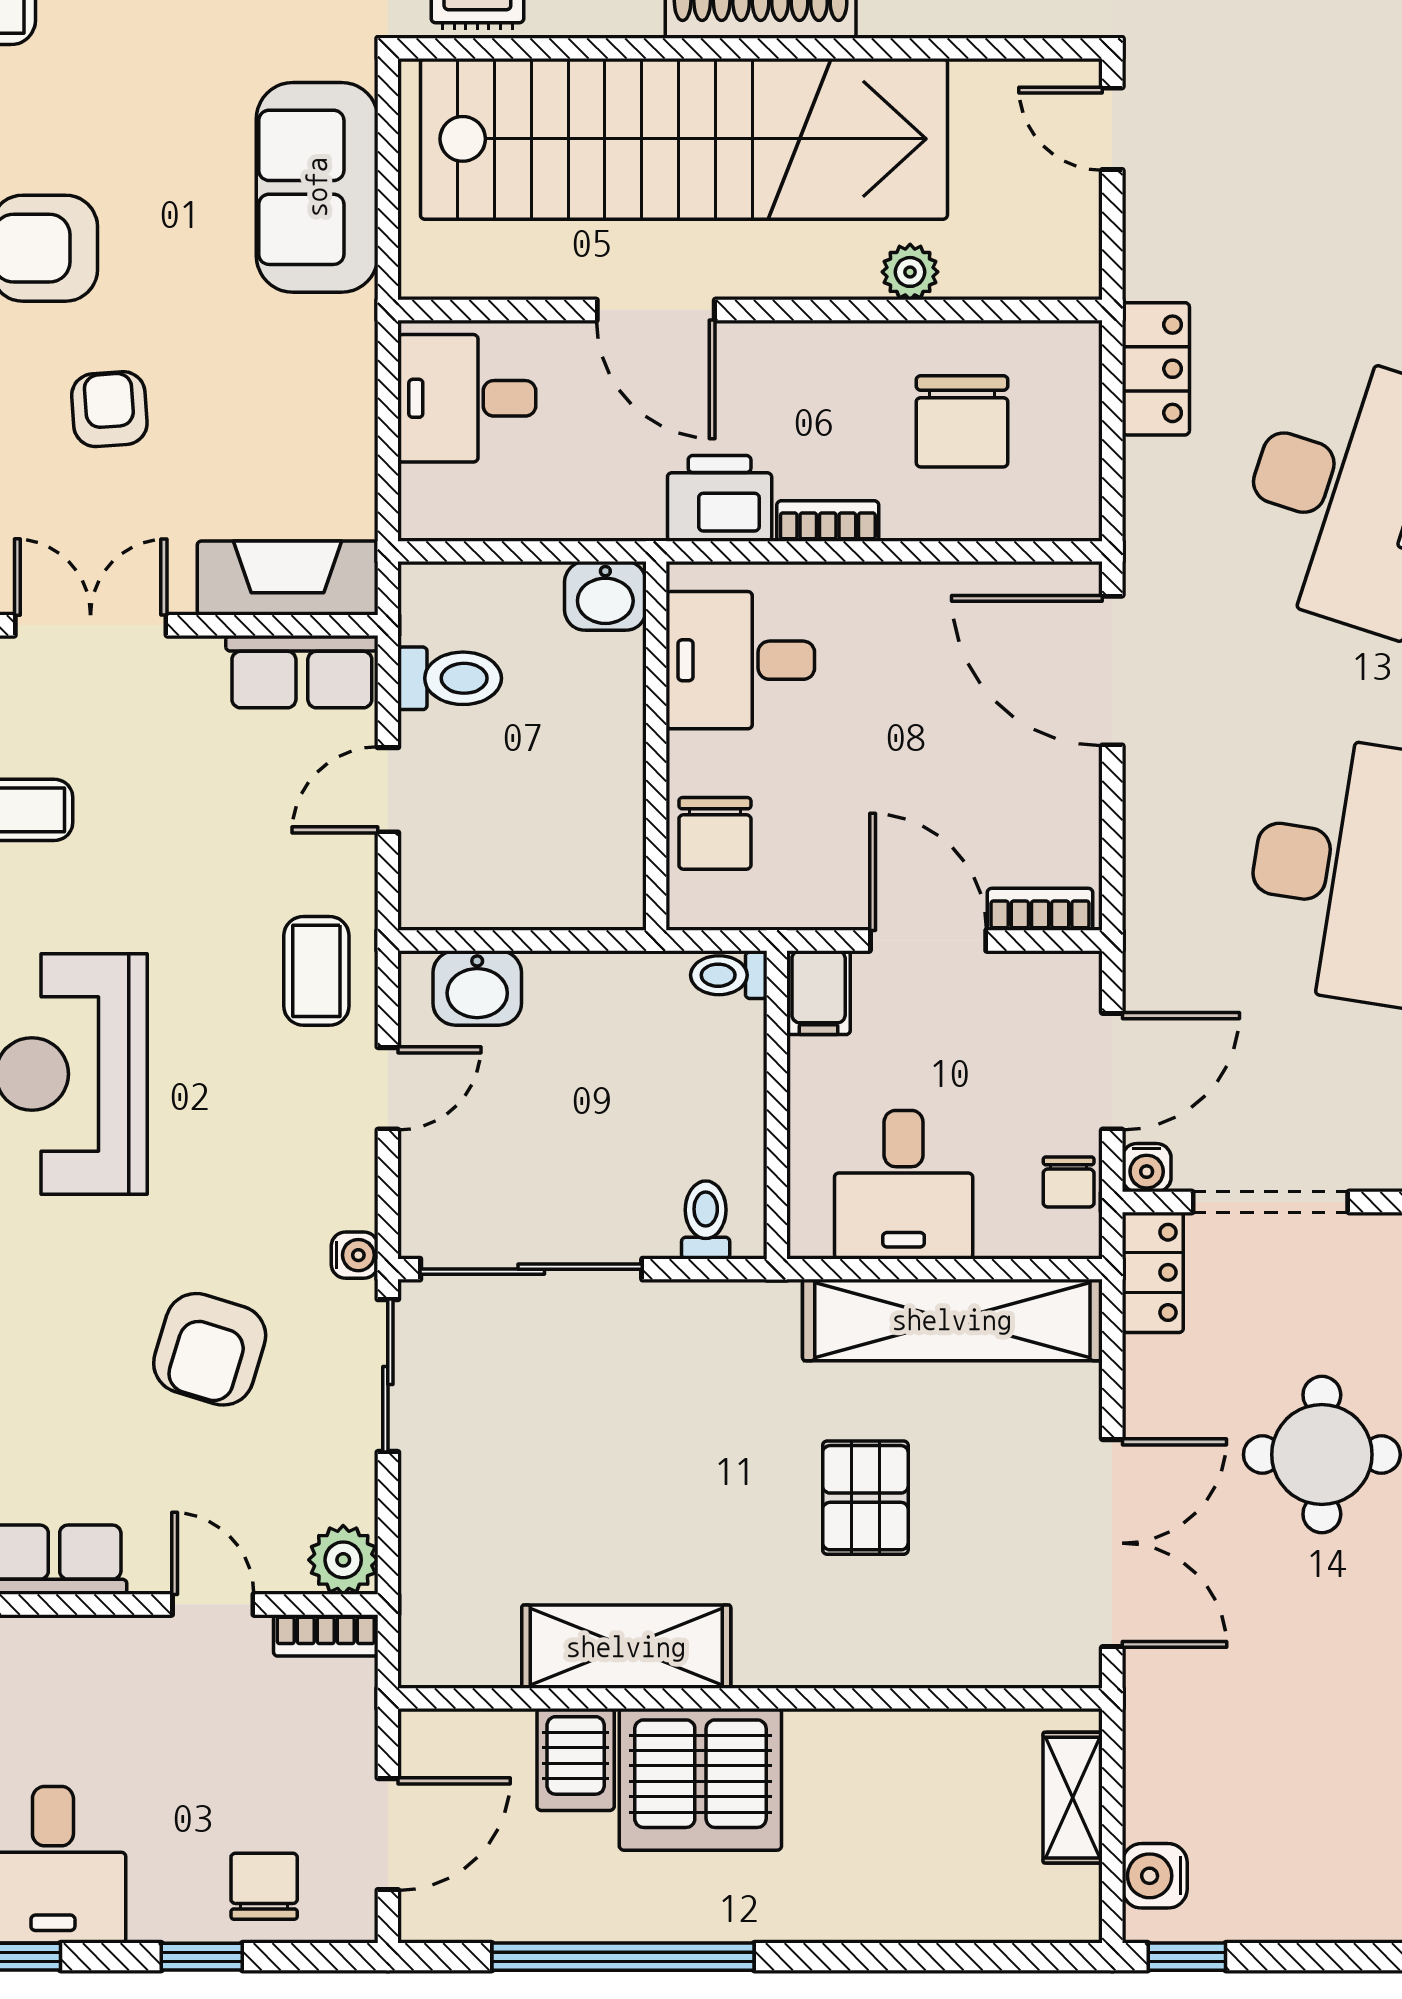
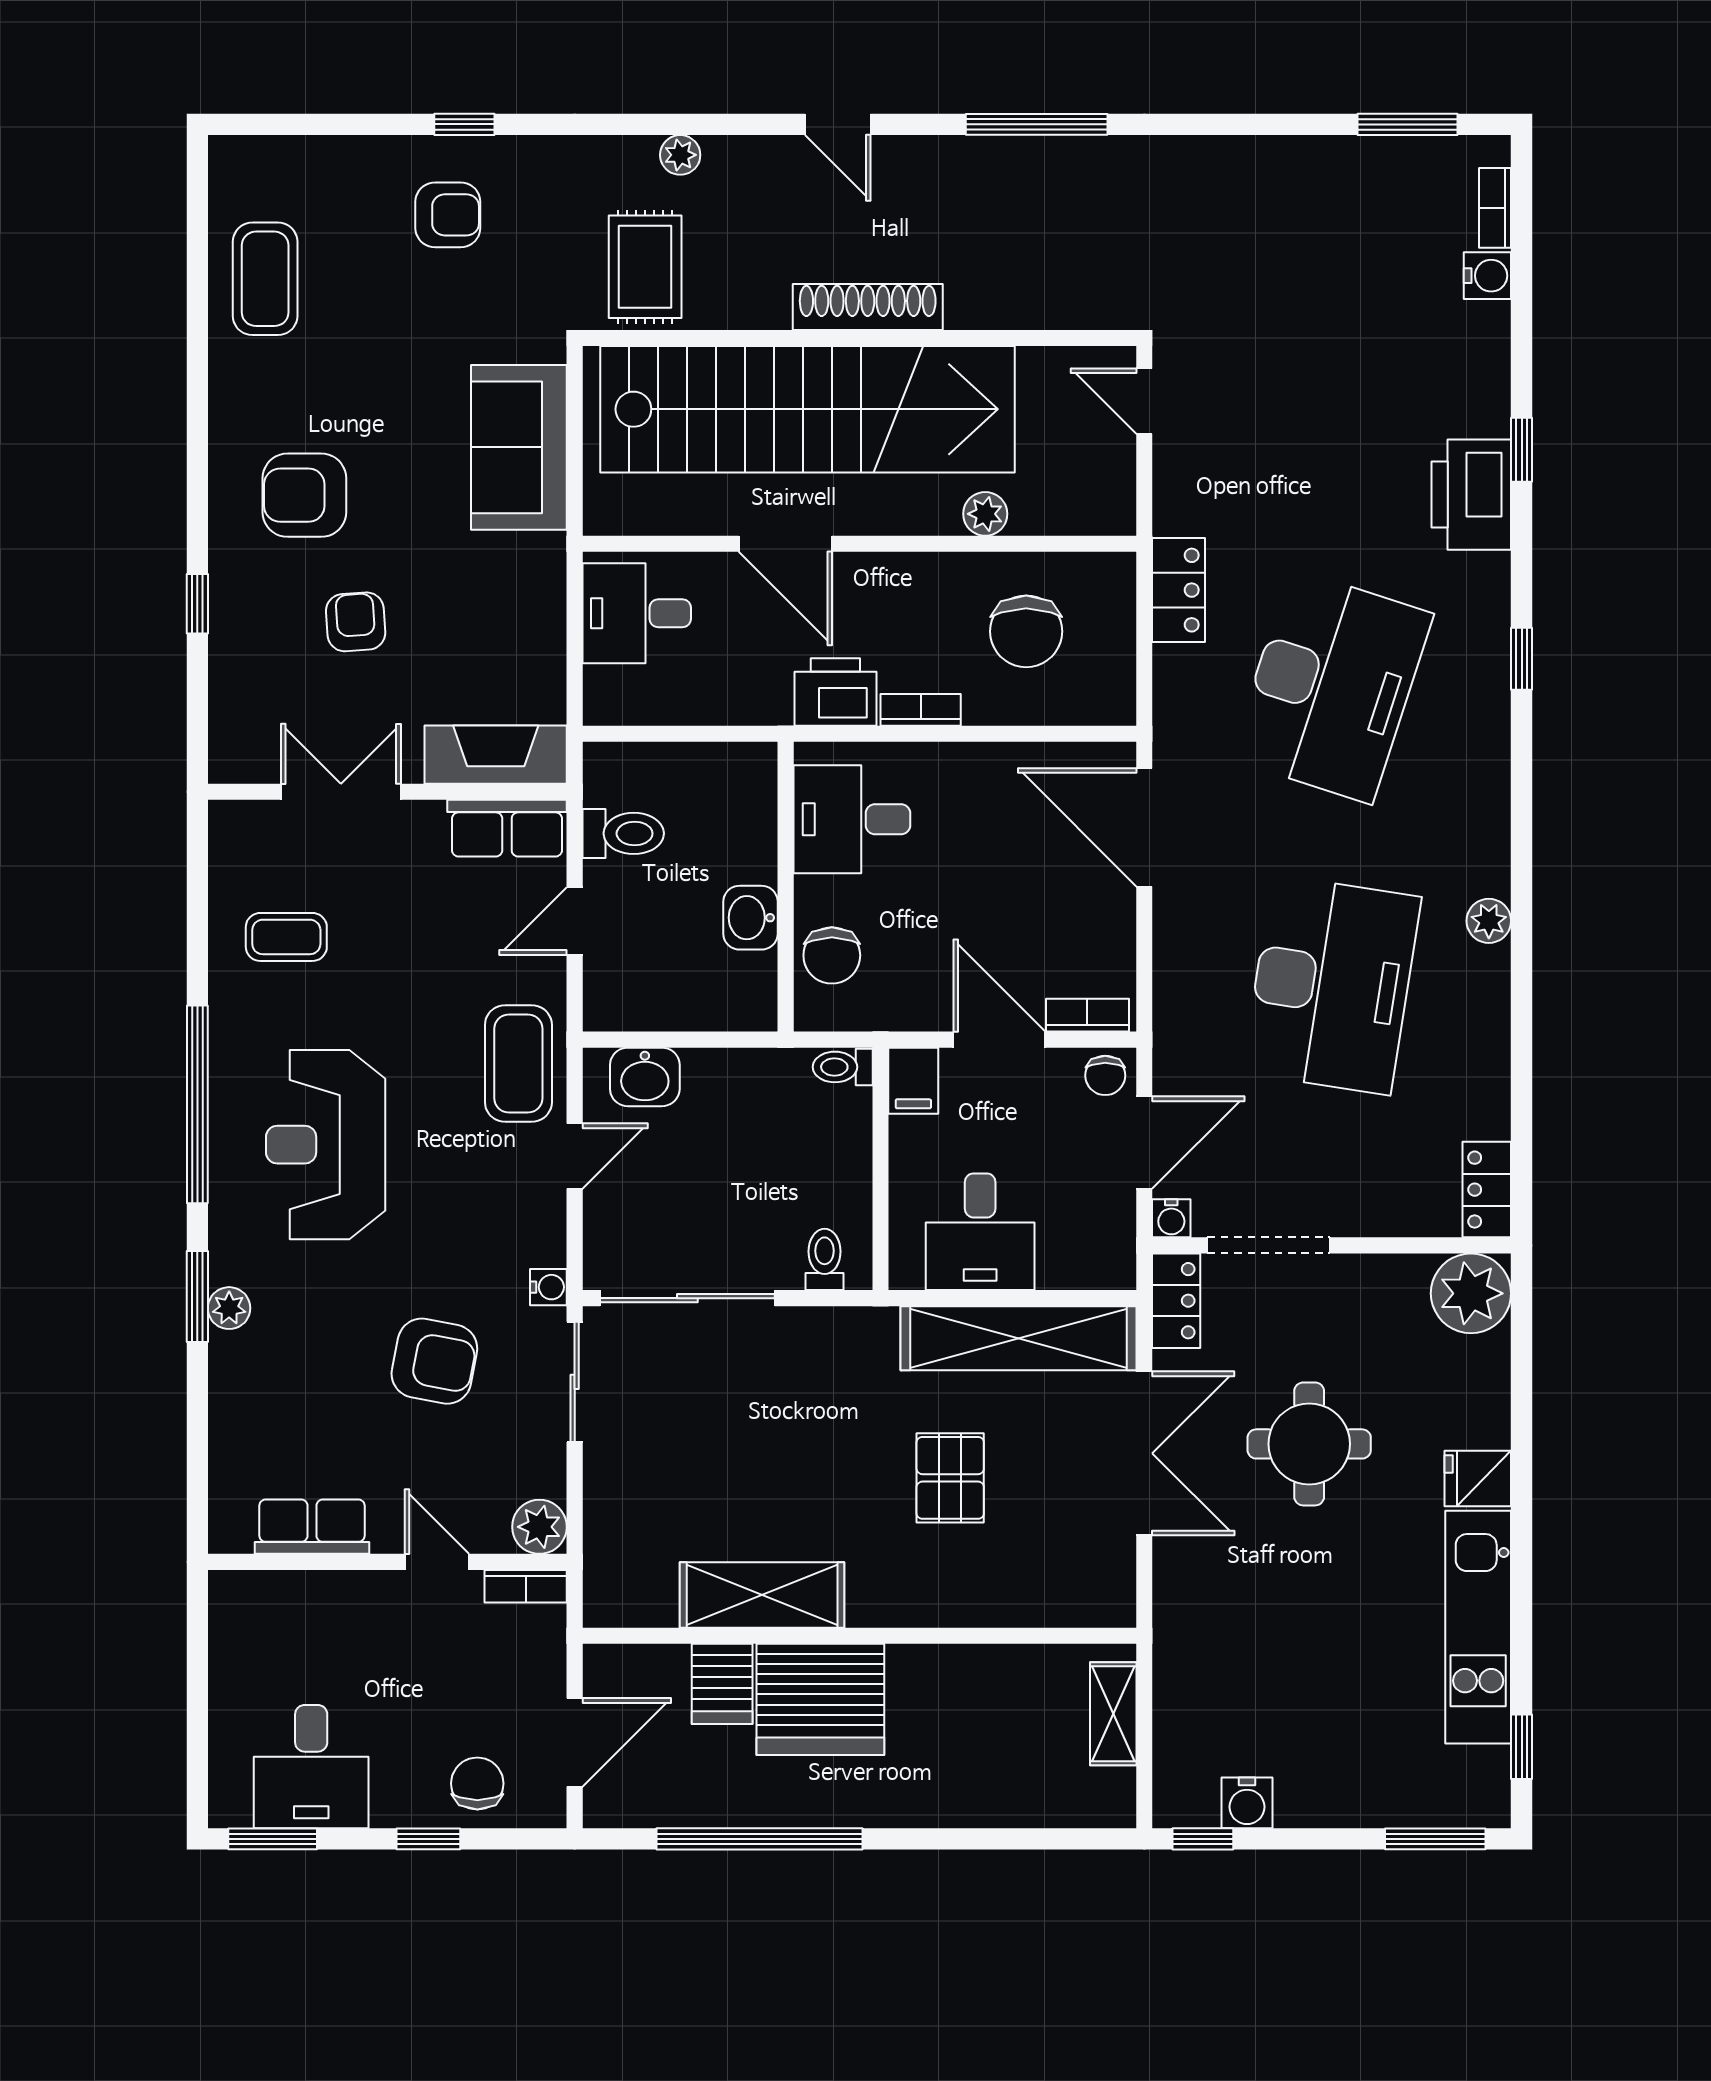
washbasin: (605, 596) -> (751, 918), moved, turned 90
coffee table: (316, 971) -> (518, 1064), width x1.36, depth x1.30
chair: (1069, 1182) -> (1105, 1075), moved
armchair: (210, 1349) -> (434, 1361), turned -96
double door: (1112, 1543) -> (1144, 1453), moved
water cooler: (1155, 1876) -> (1247, 1803), moved, turned -90

